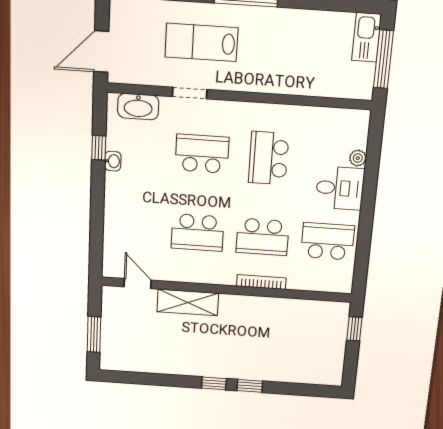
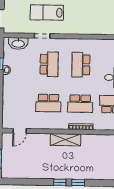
school desk: (202, 154) -> (49, 64), turned 90
door: (138, 284) -> (20, 131), swing flipped
shelving: (188, 302) -> (66, 140), moved

